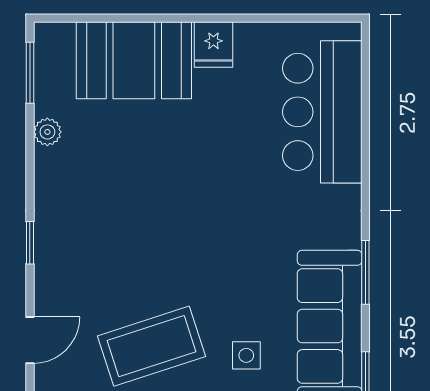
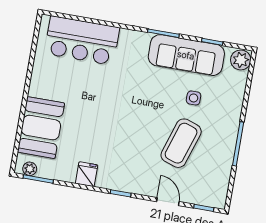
fridge: (213, 44) -> (87, 174), moved, turned -90
plant: (47, 132) -> (30, 169), moved
coffee table: (151, 346) -> (181, 143), turned 36

